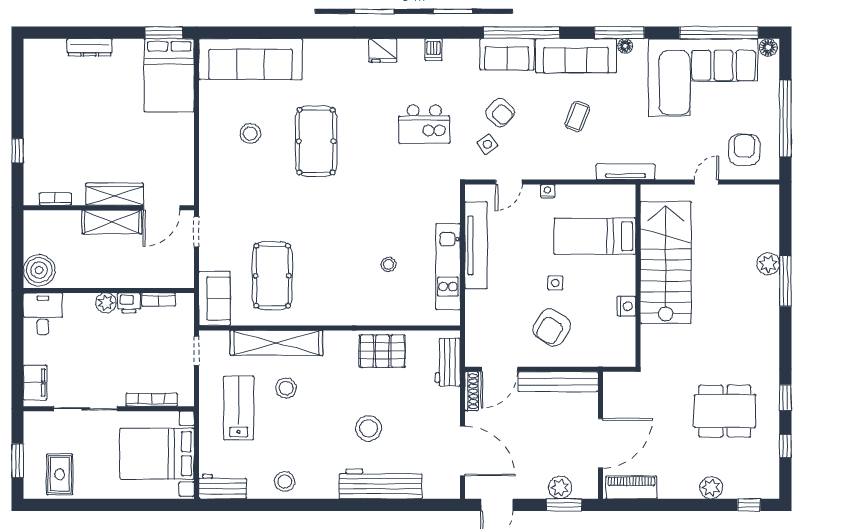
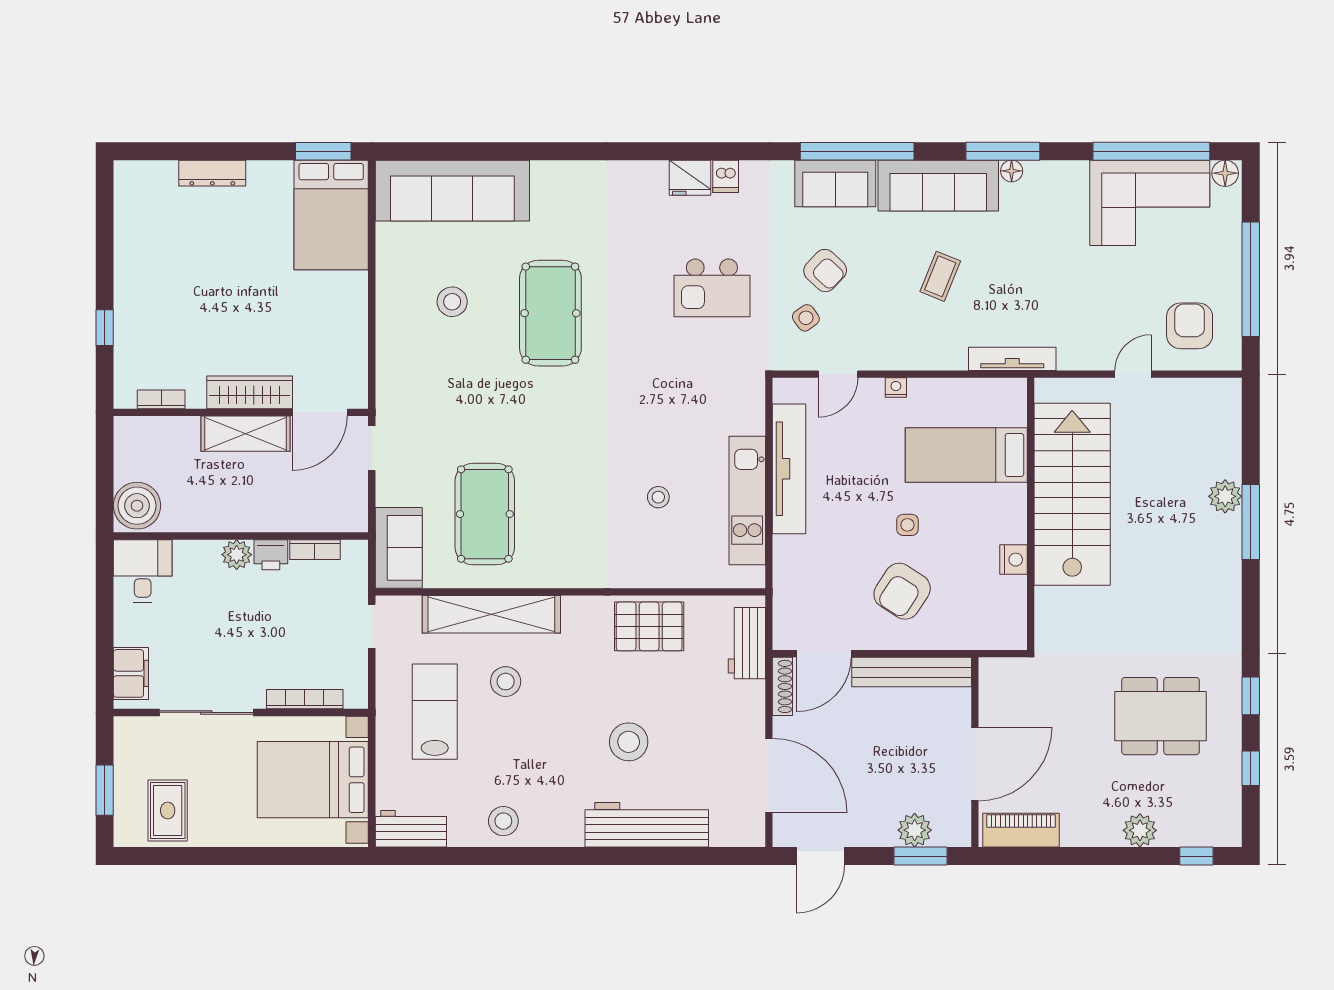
fridge: (383, 50) -> (690, 178), moved
corner sofa: (703, 77) -> (1150, 203), width x0.73, depth x0.74

